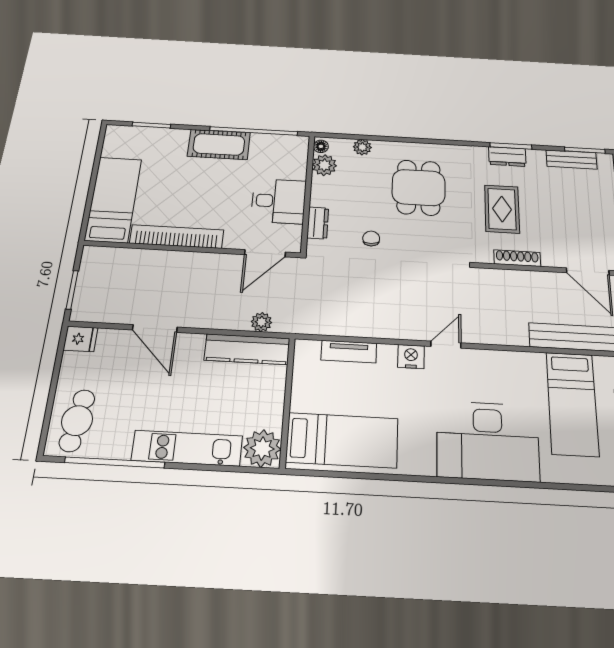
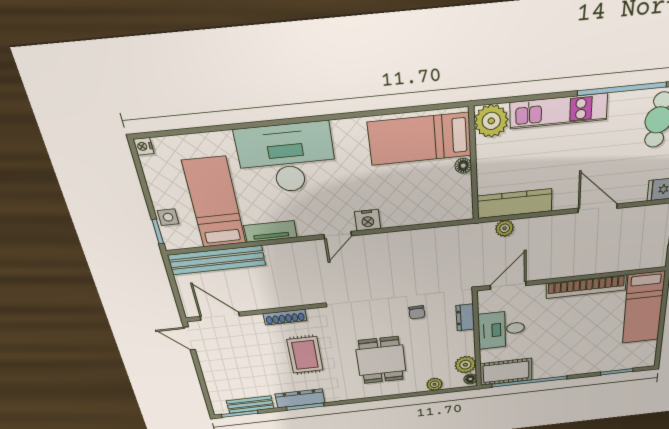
cot: (219, 144) -> (506, 372), moved
dresser: (507, 157) -> (300, 398), width x1.44
tv unit: (349, 352) -> (270, 231), moved
floor lamp: (299, 402) -> (463, 166), added

